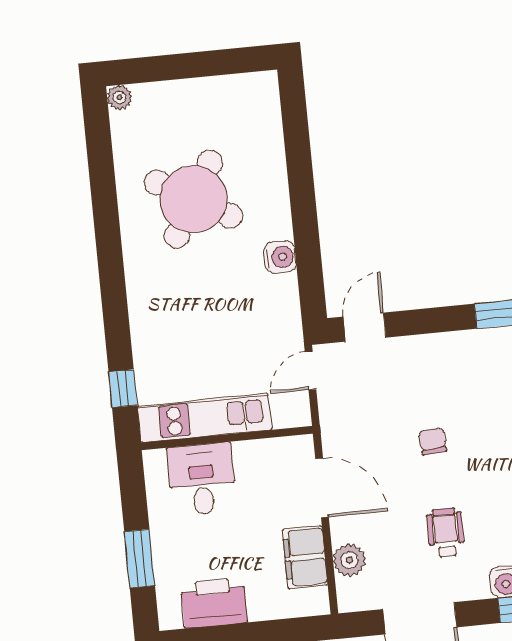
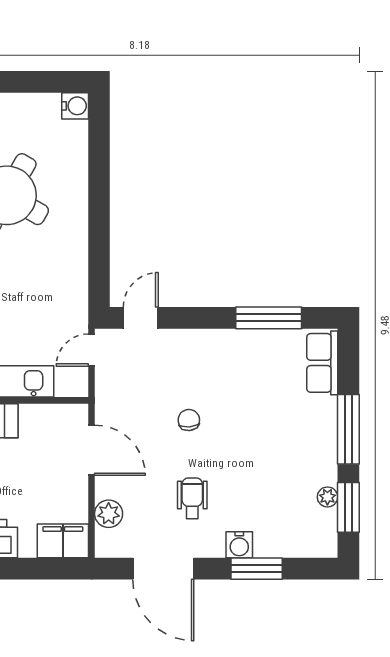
water cooler: (280, 257) -> (75, 106), moved
filing cabinet: (305, 557) -> (63, 541), moved, turned 90

